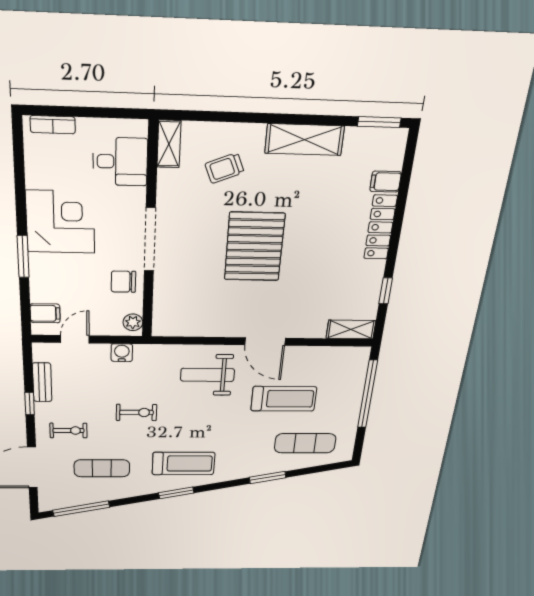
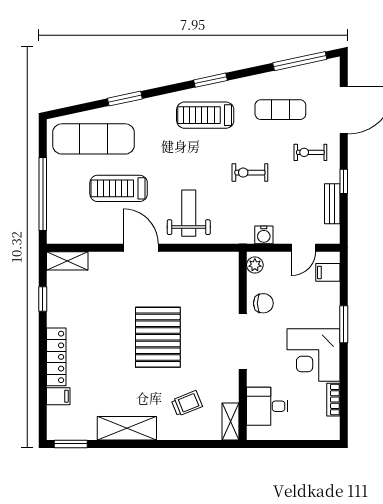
bookcase: (53, 125) -> (333, 400), moved, turned -90
weight bench: (207, 375) -> (189, 213), turned -90
exercise mat: (305, 443) -> (94, 139), width x1.36, depth x1.45

